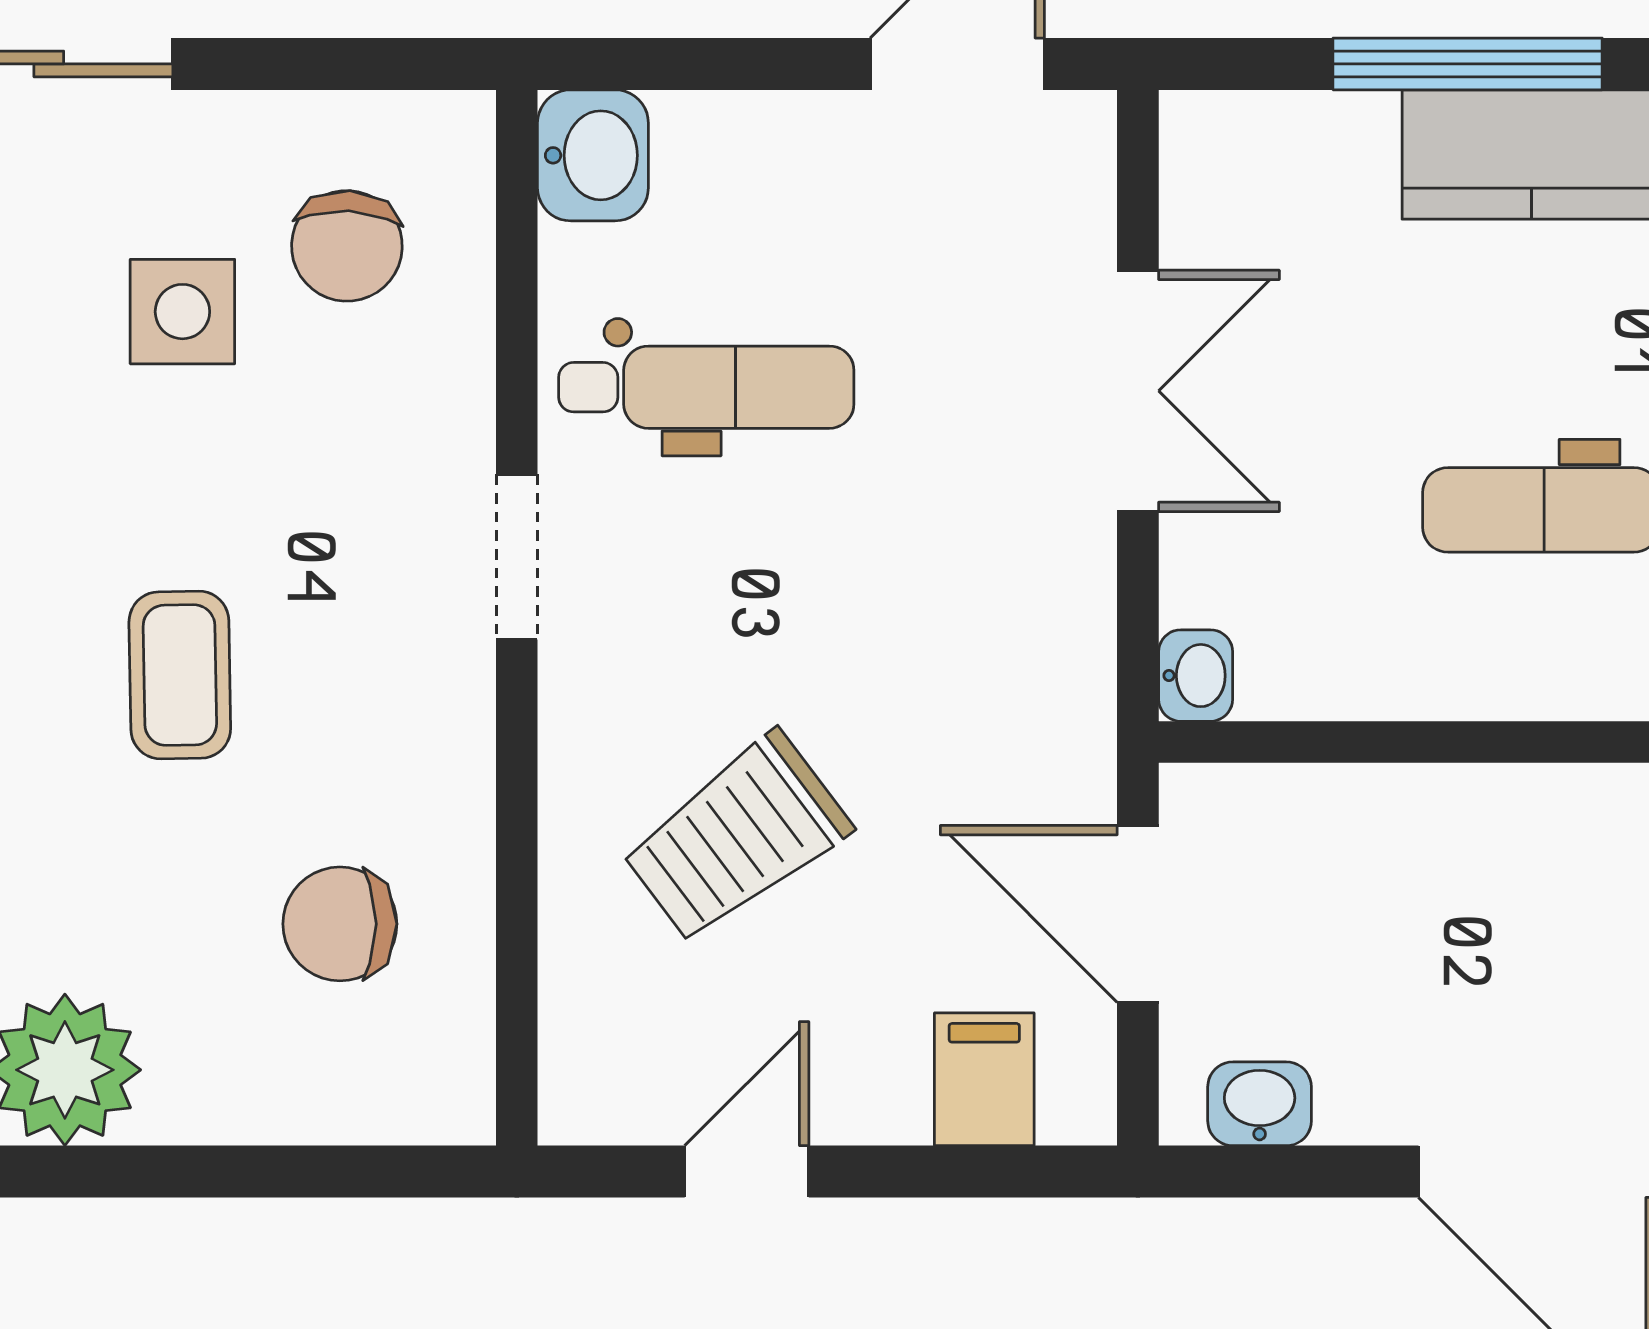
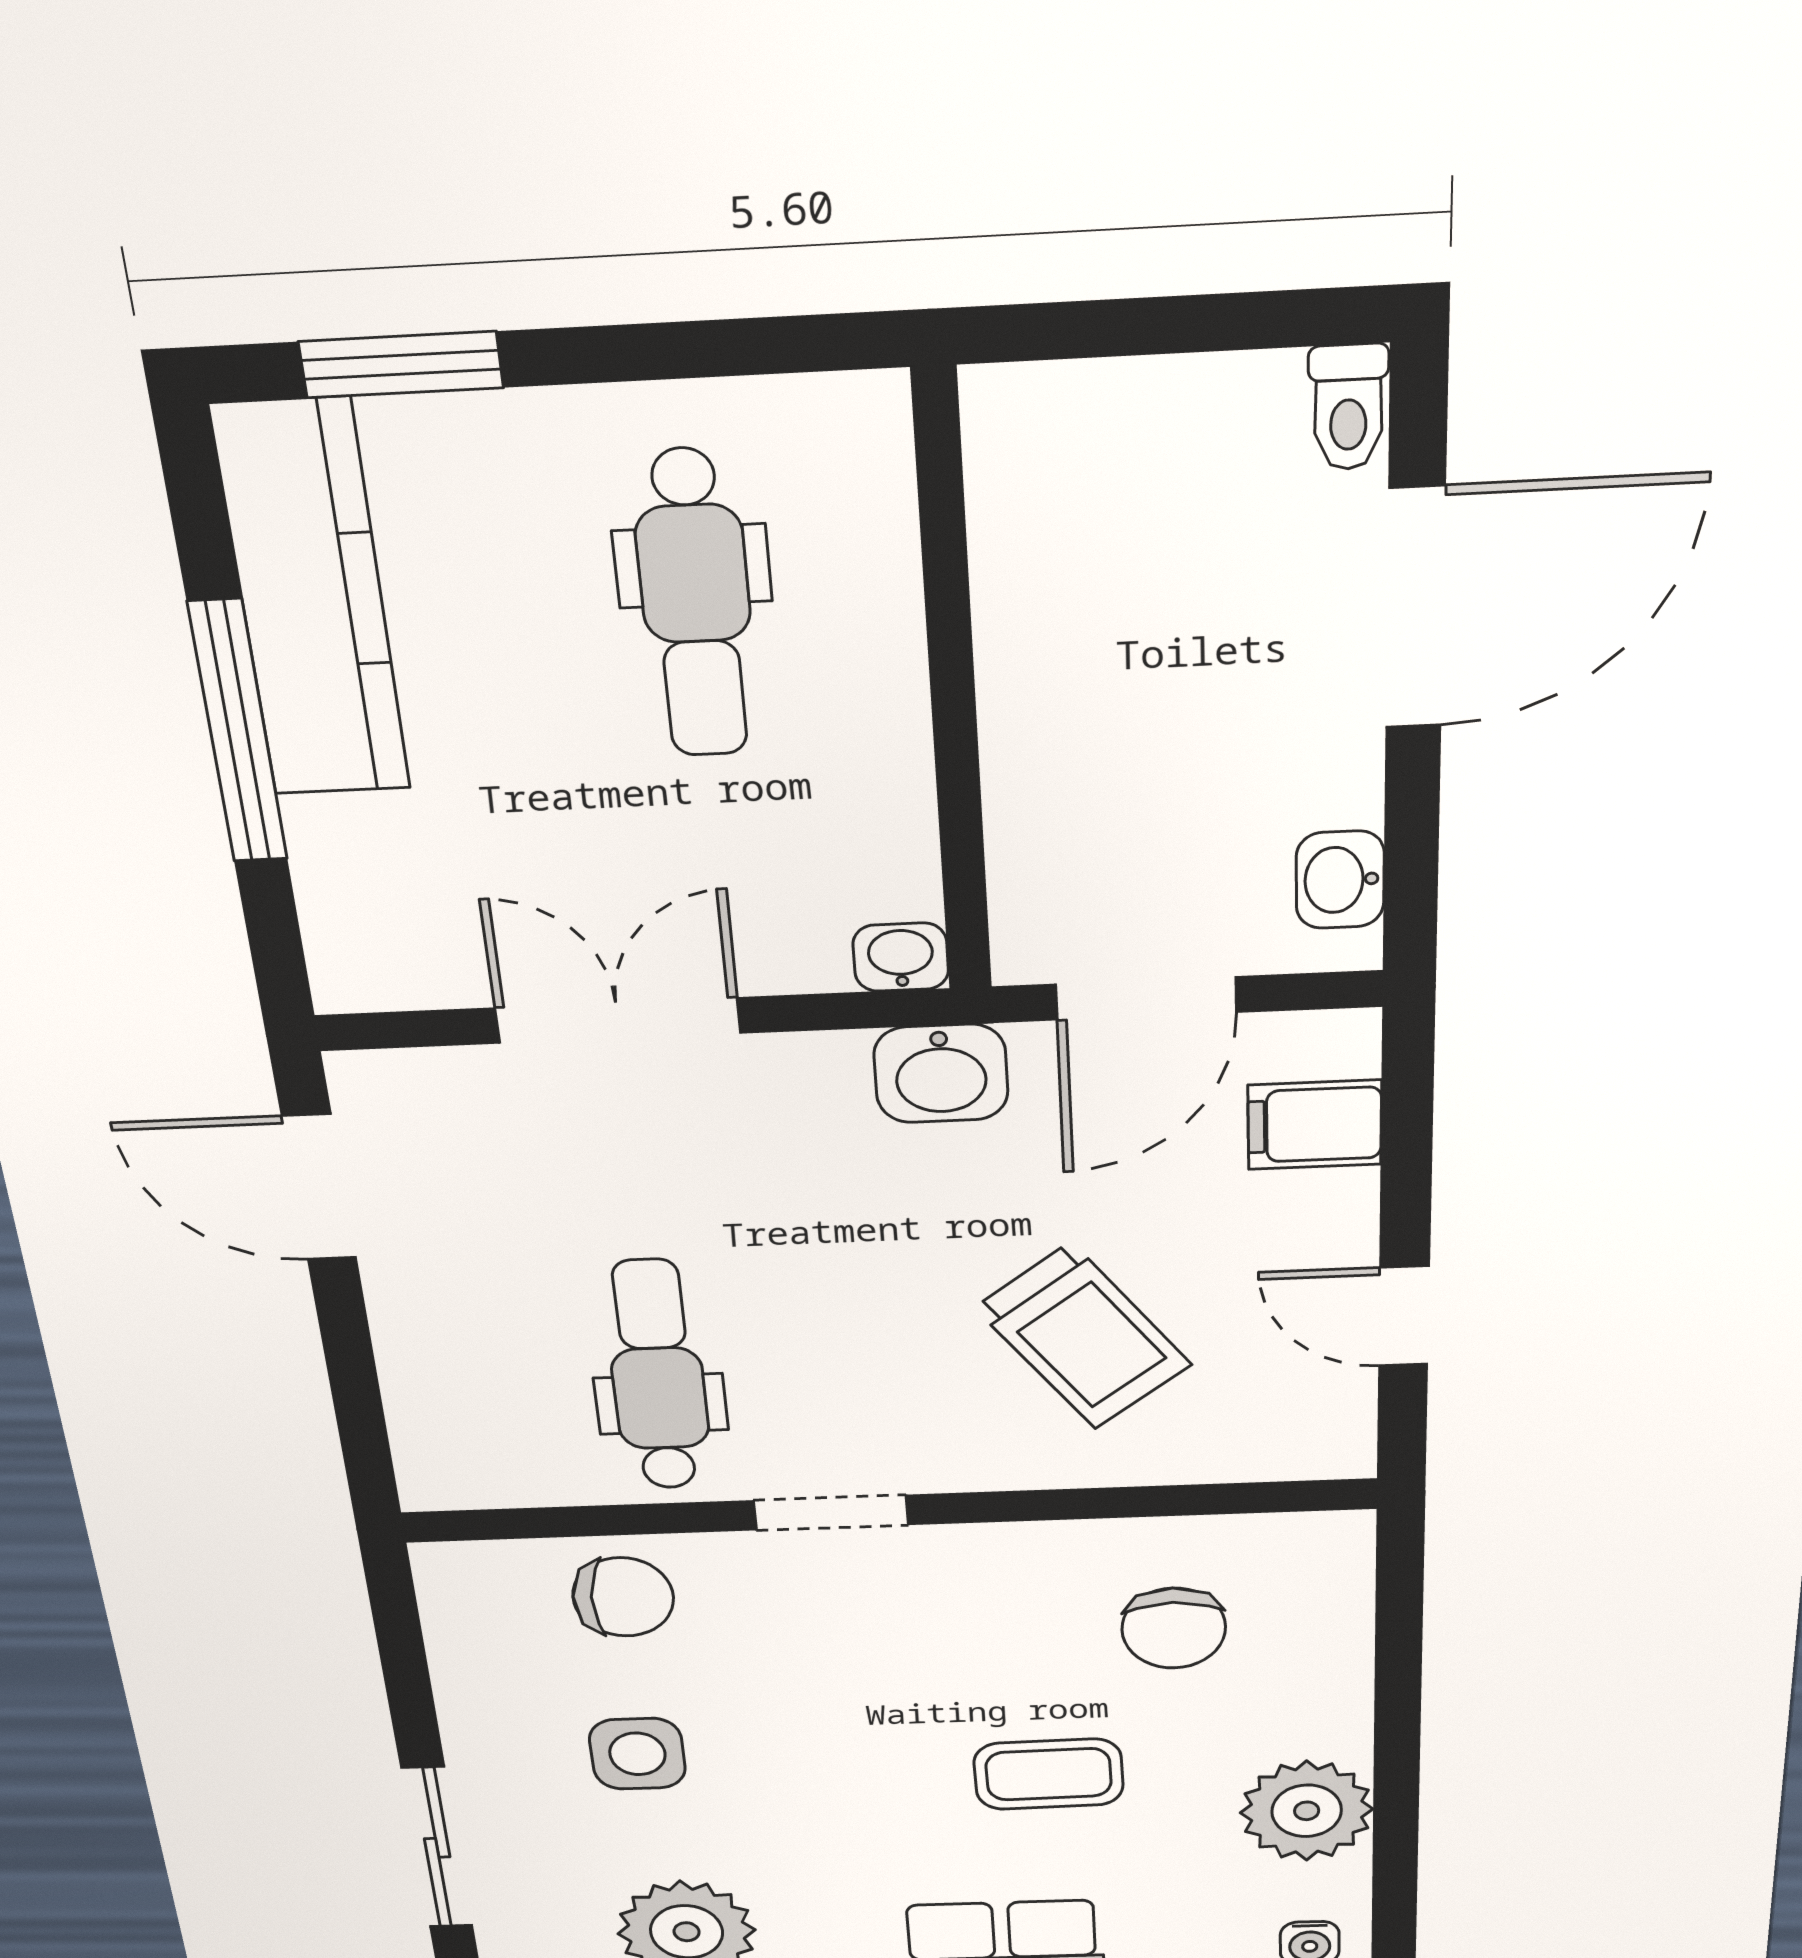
washbasin: (593, 155) -> (941, 1074), moved, turned 180
chair: (347, 246) -> (623, 1597), moved
coffee table: (180, 675) -> (1049, 1774), moved

